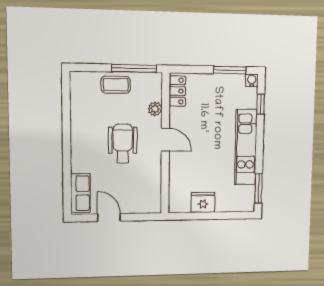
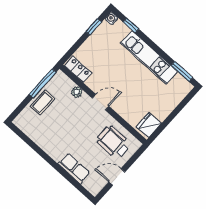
window: (230, 70) -> (94, 27), width x0.67
wheelchair: (123, 143) -> (113, 142), moved
row of seats: (80, 193) -> (74, 168), moved
fridge: (203, 202) -> (149, 125), moved

